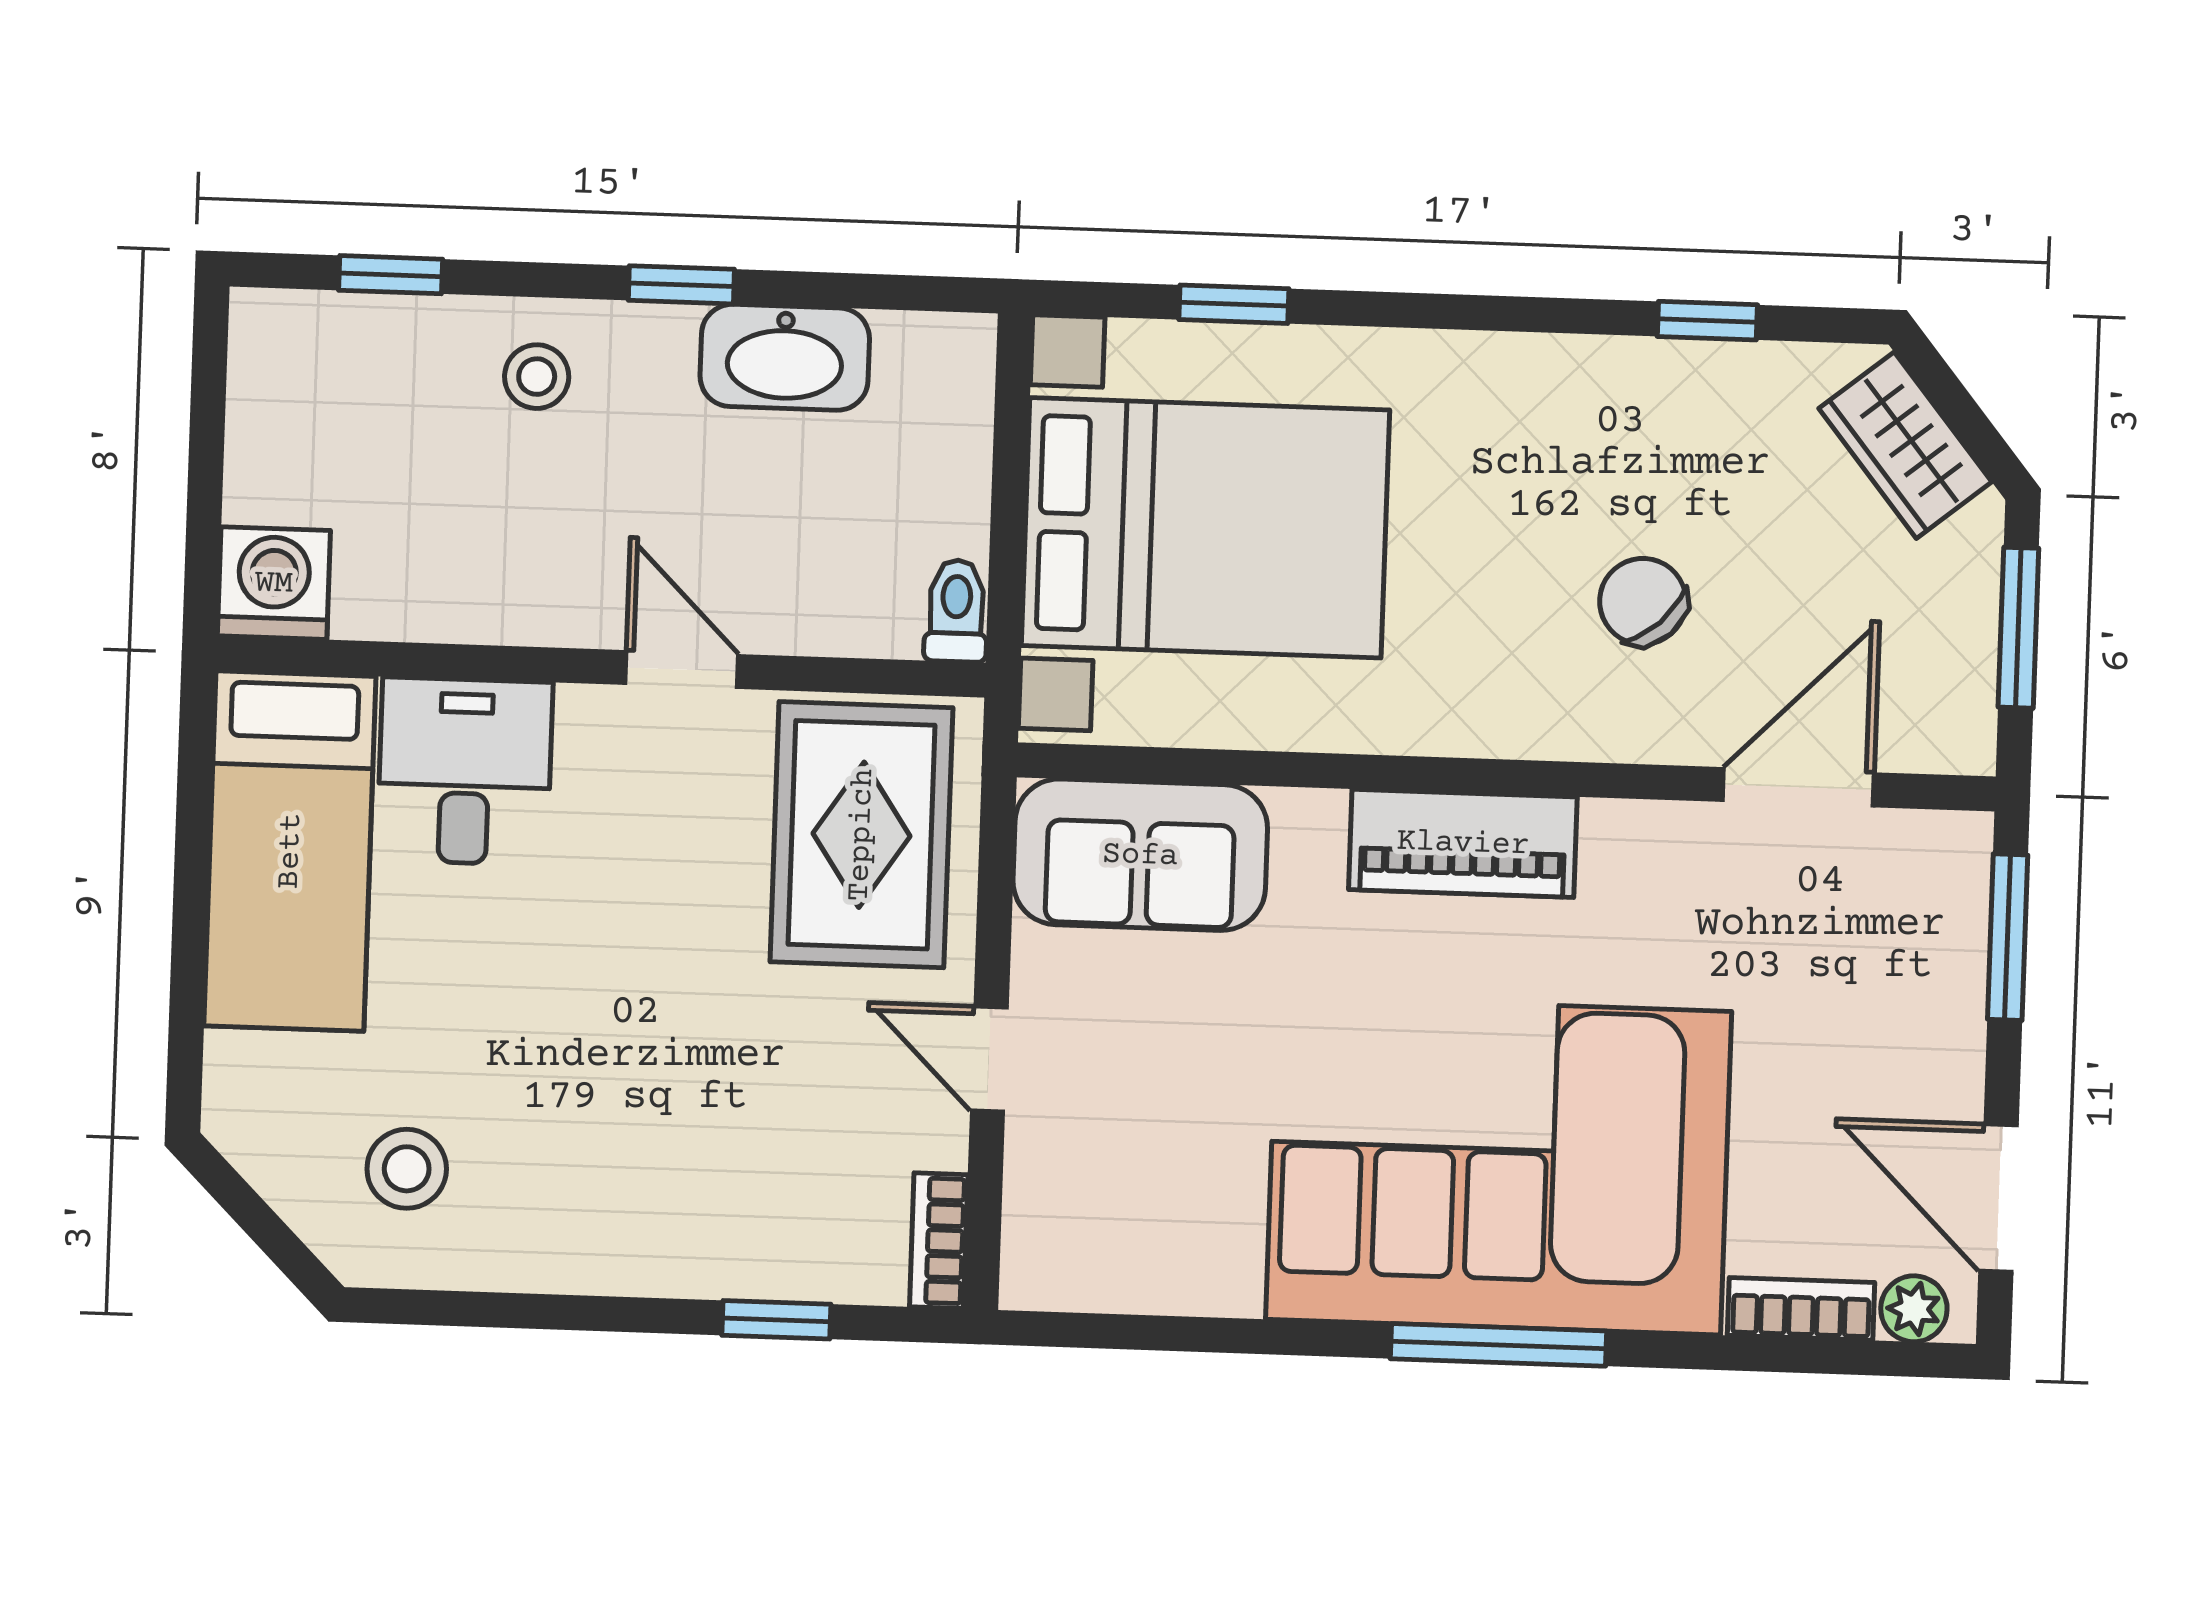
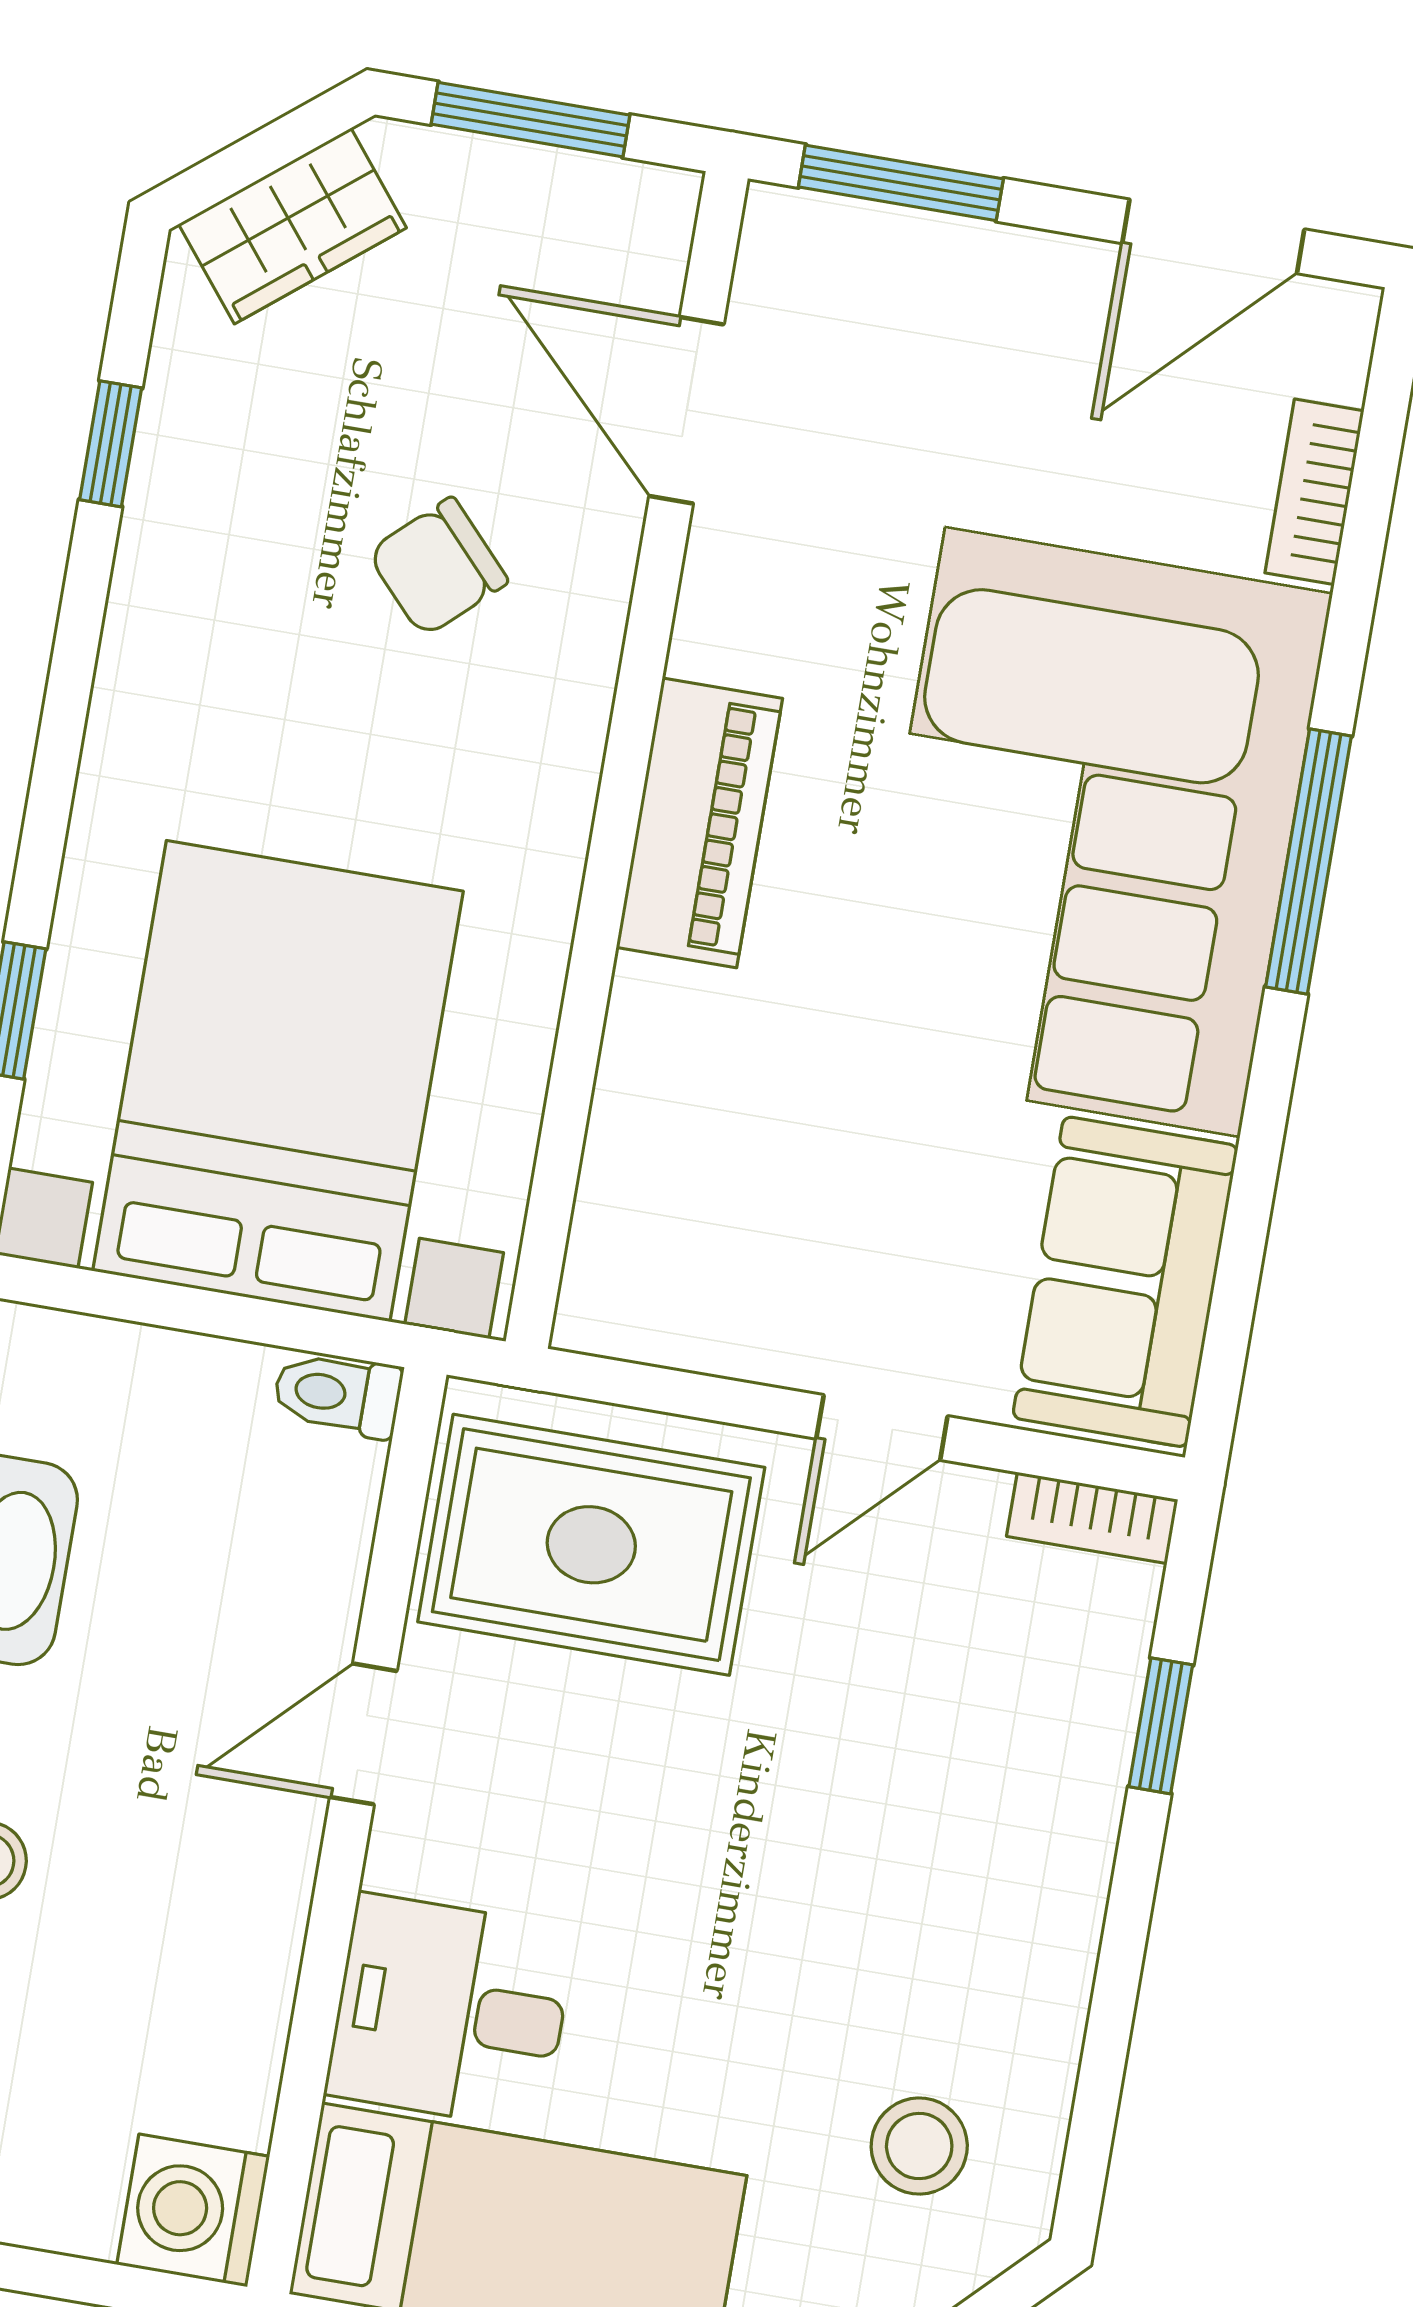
sofa: (1140, 855) -> (1125, 1282), moved, turned 180
plant: (1914, 1309) -> (1333, 356), removed

